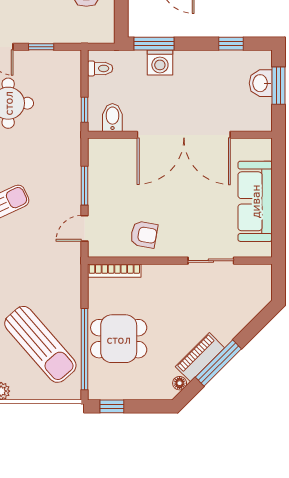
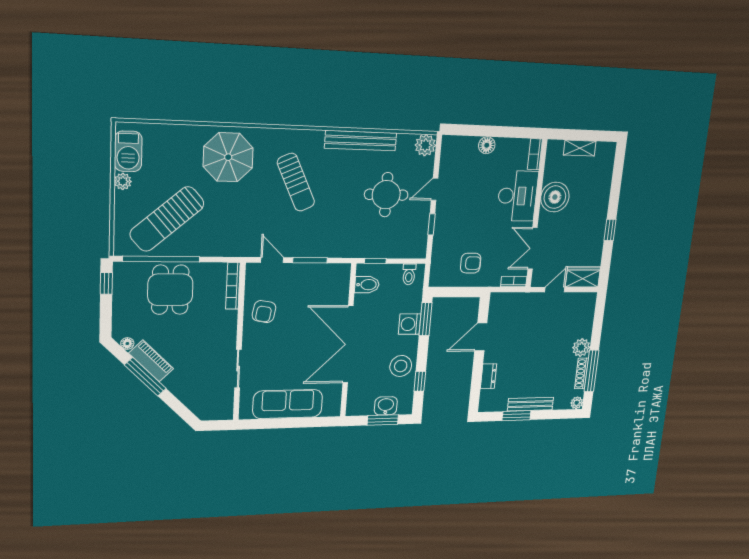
stool: (211, 69) -> (401, 366), added

